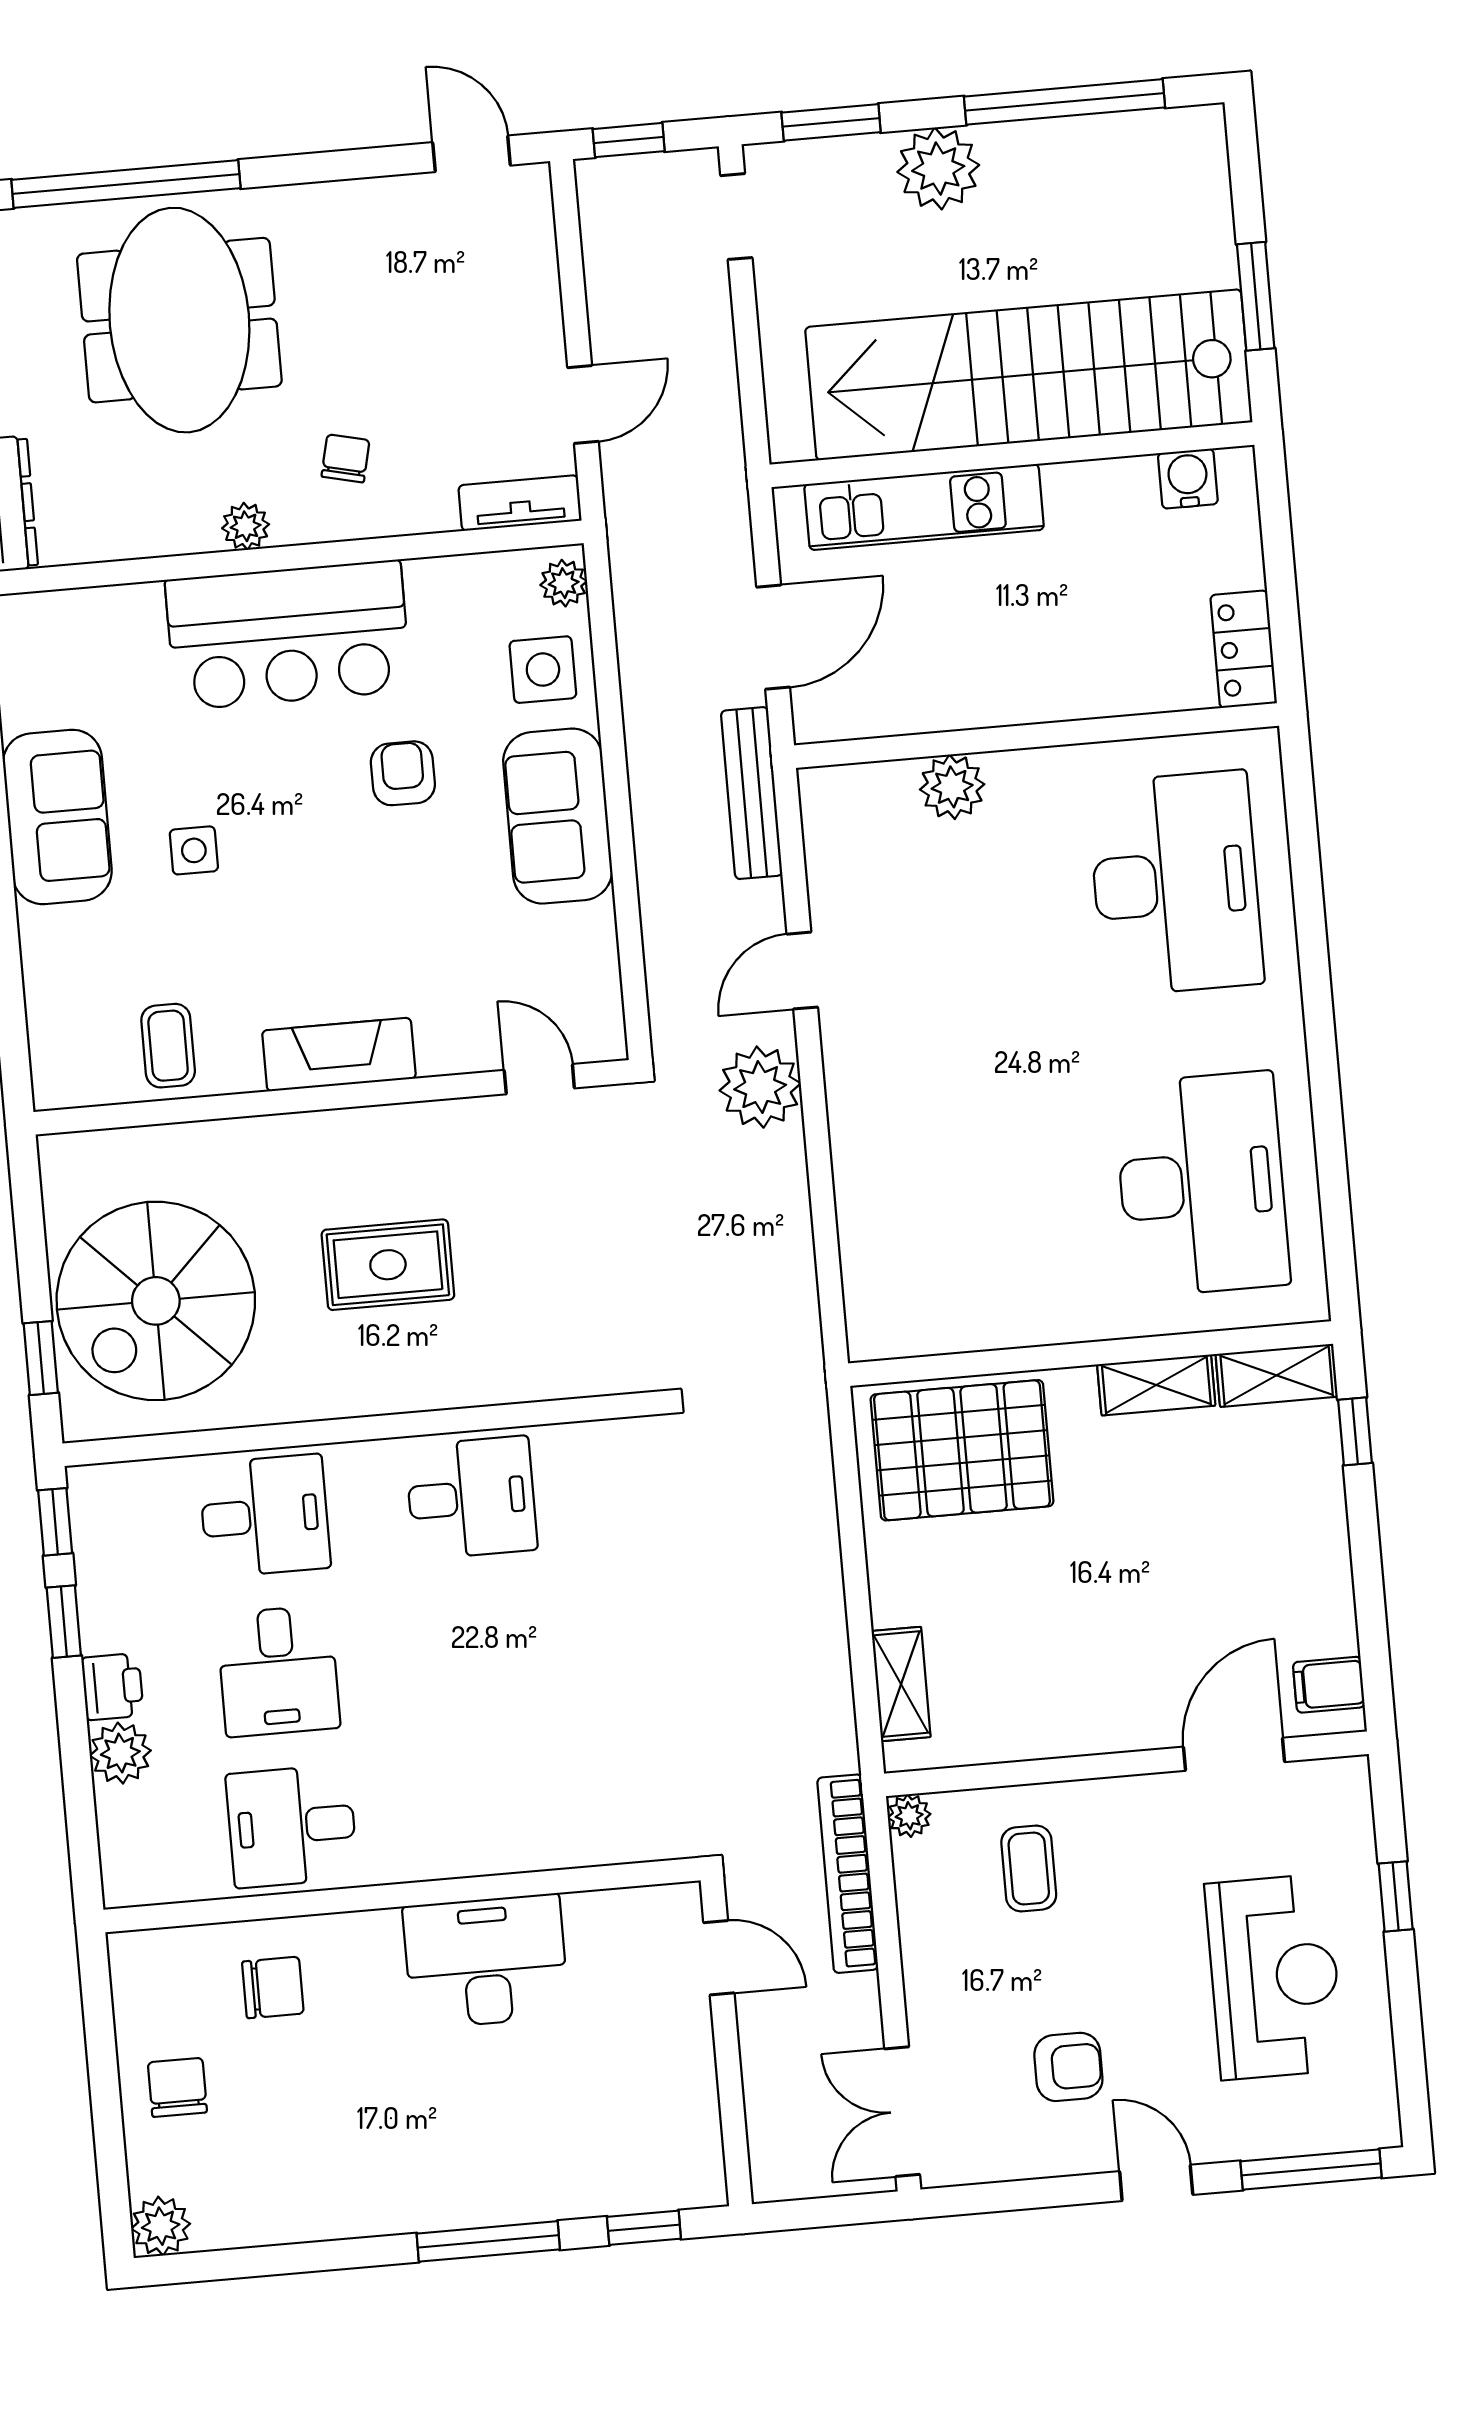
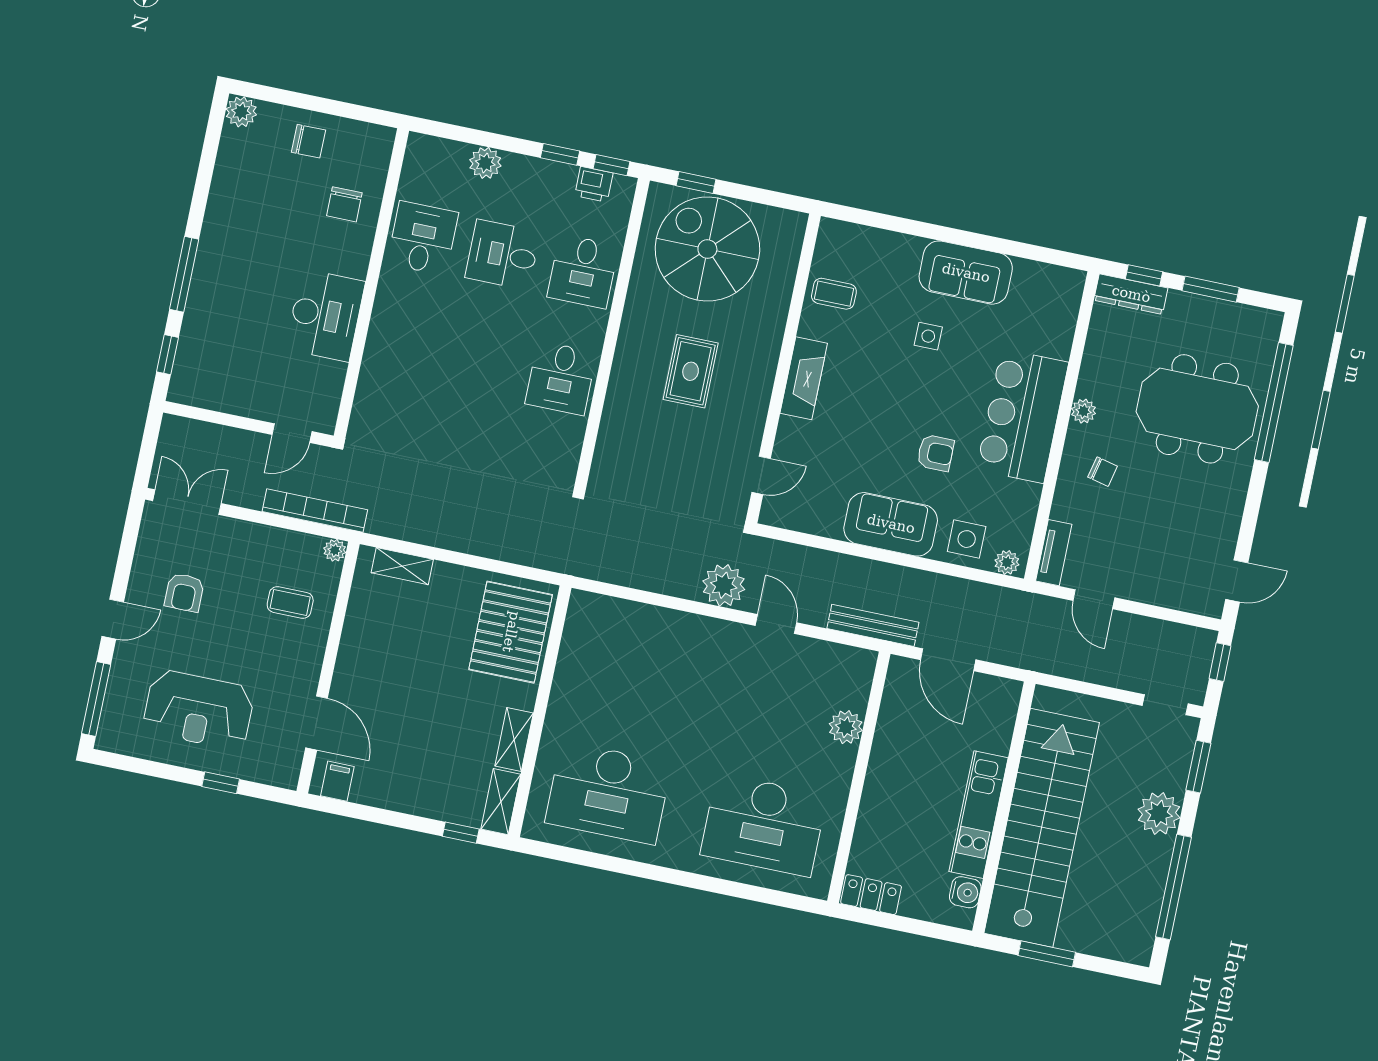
kitchen unit: (924, 507) -> (979, 815), moved
printer: (112, 1687) -> (594, 184), moved

